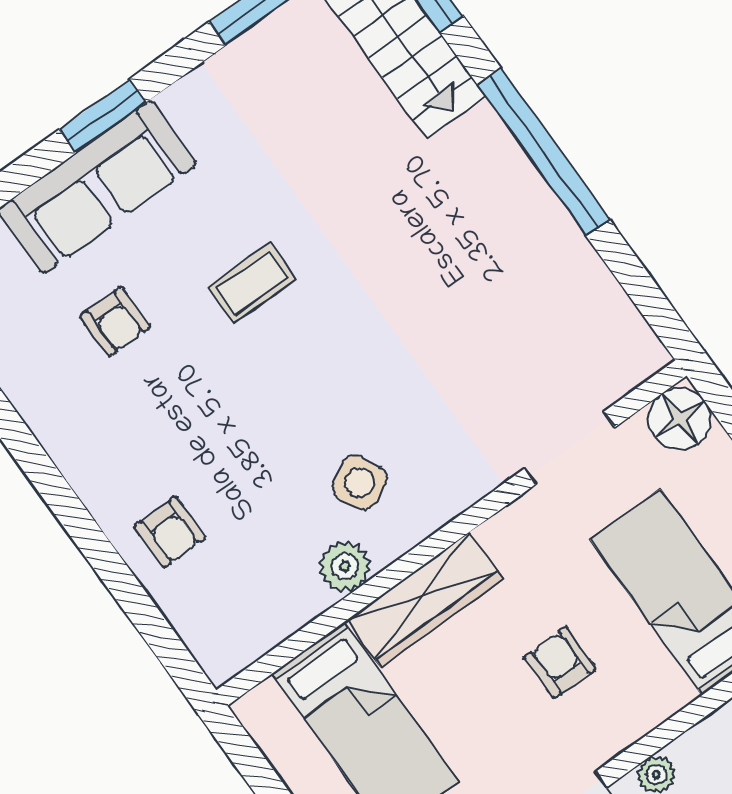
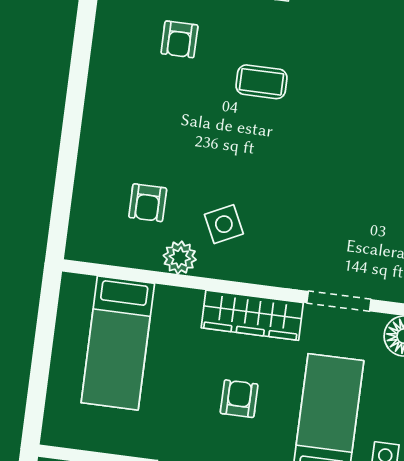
armchair: (170, 532) -> (148, 203), moved
wardrobe: (425, 599) -> (252, 315), moved

